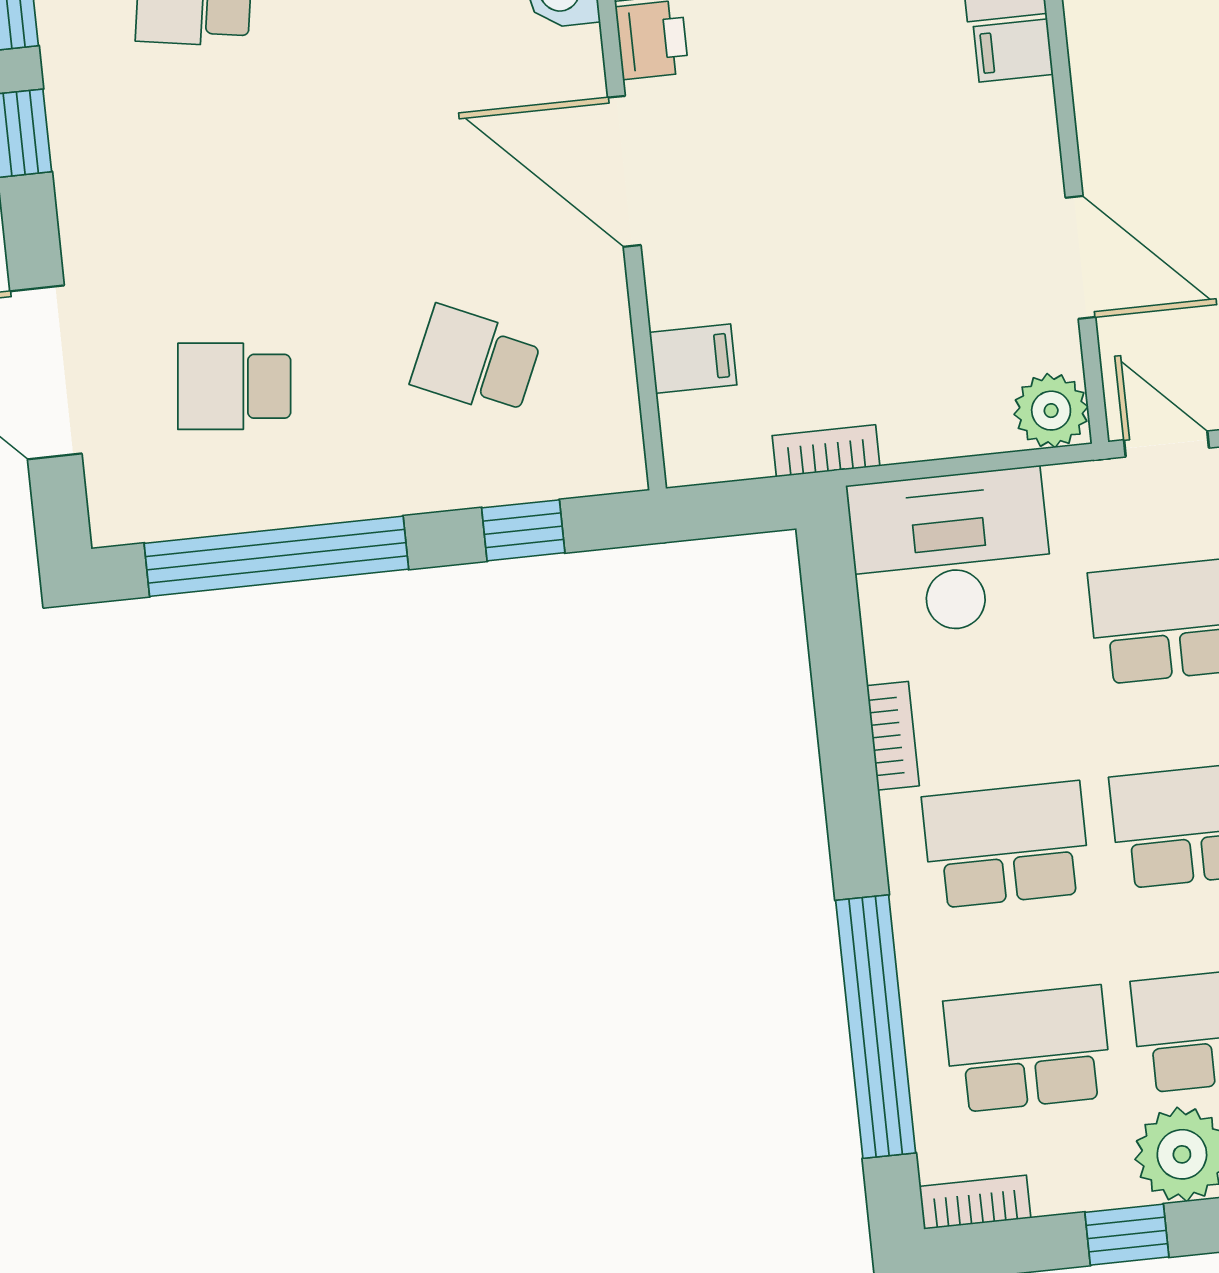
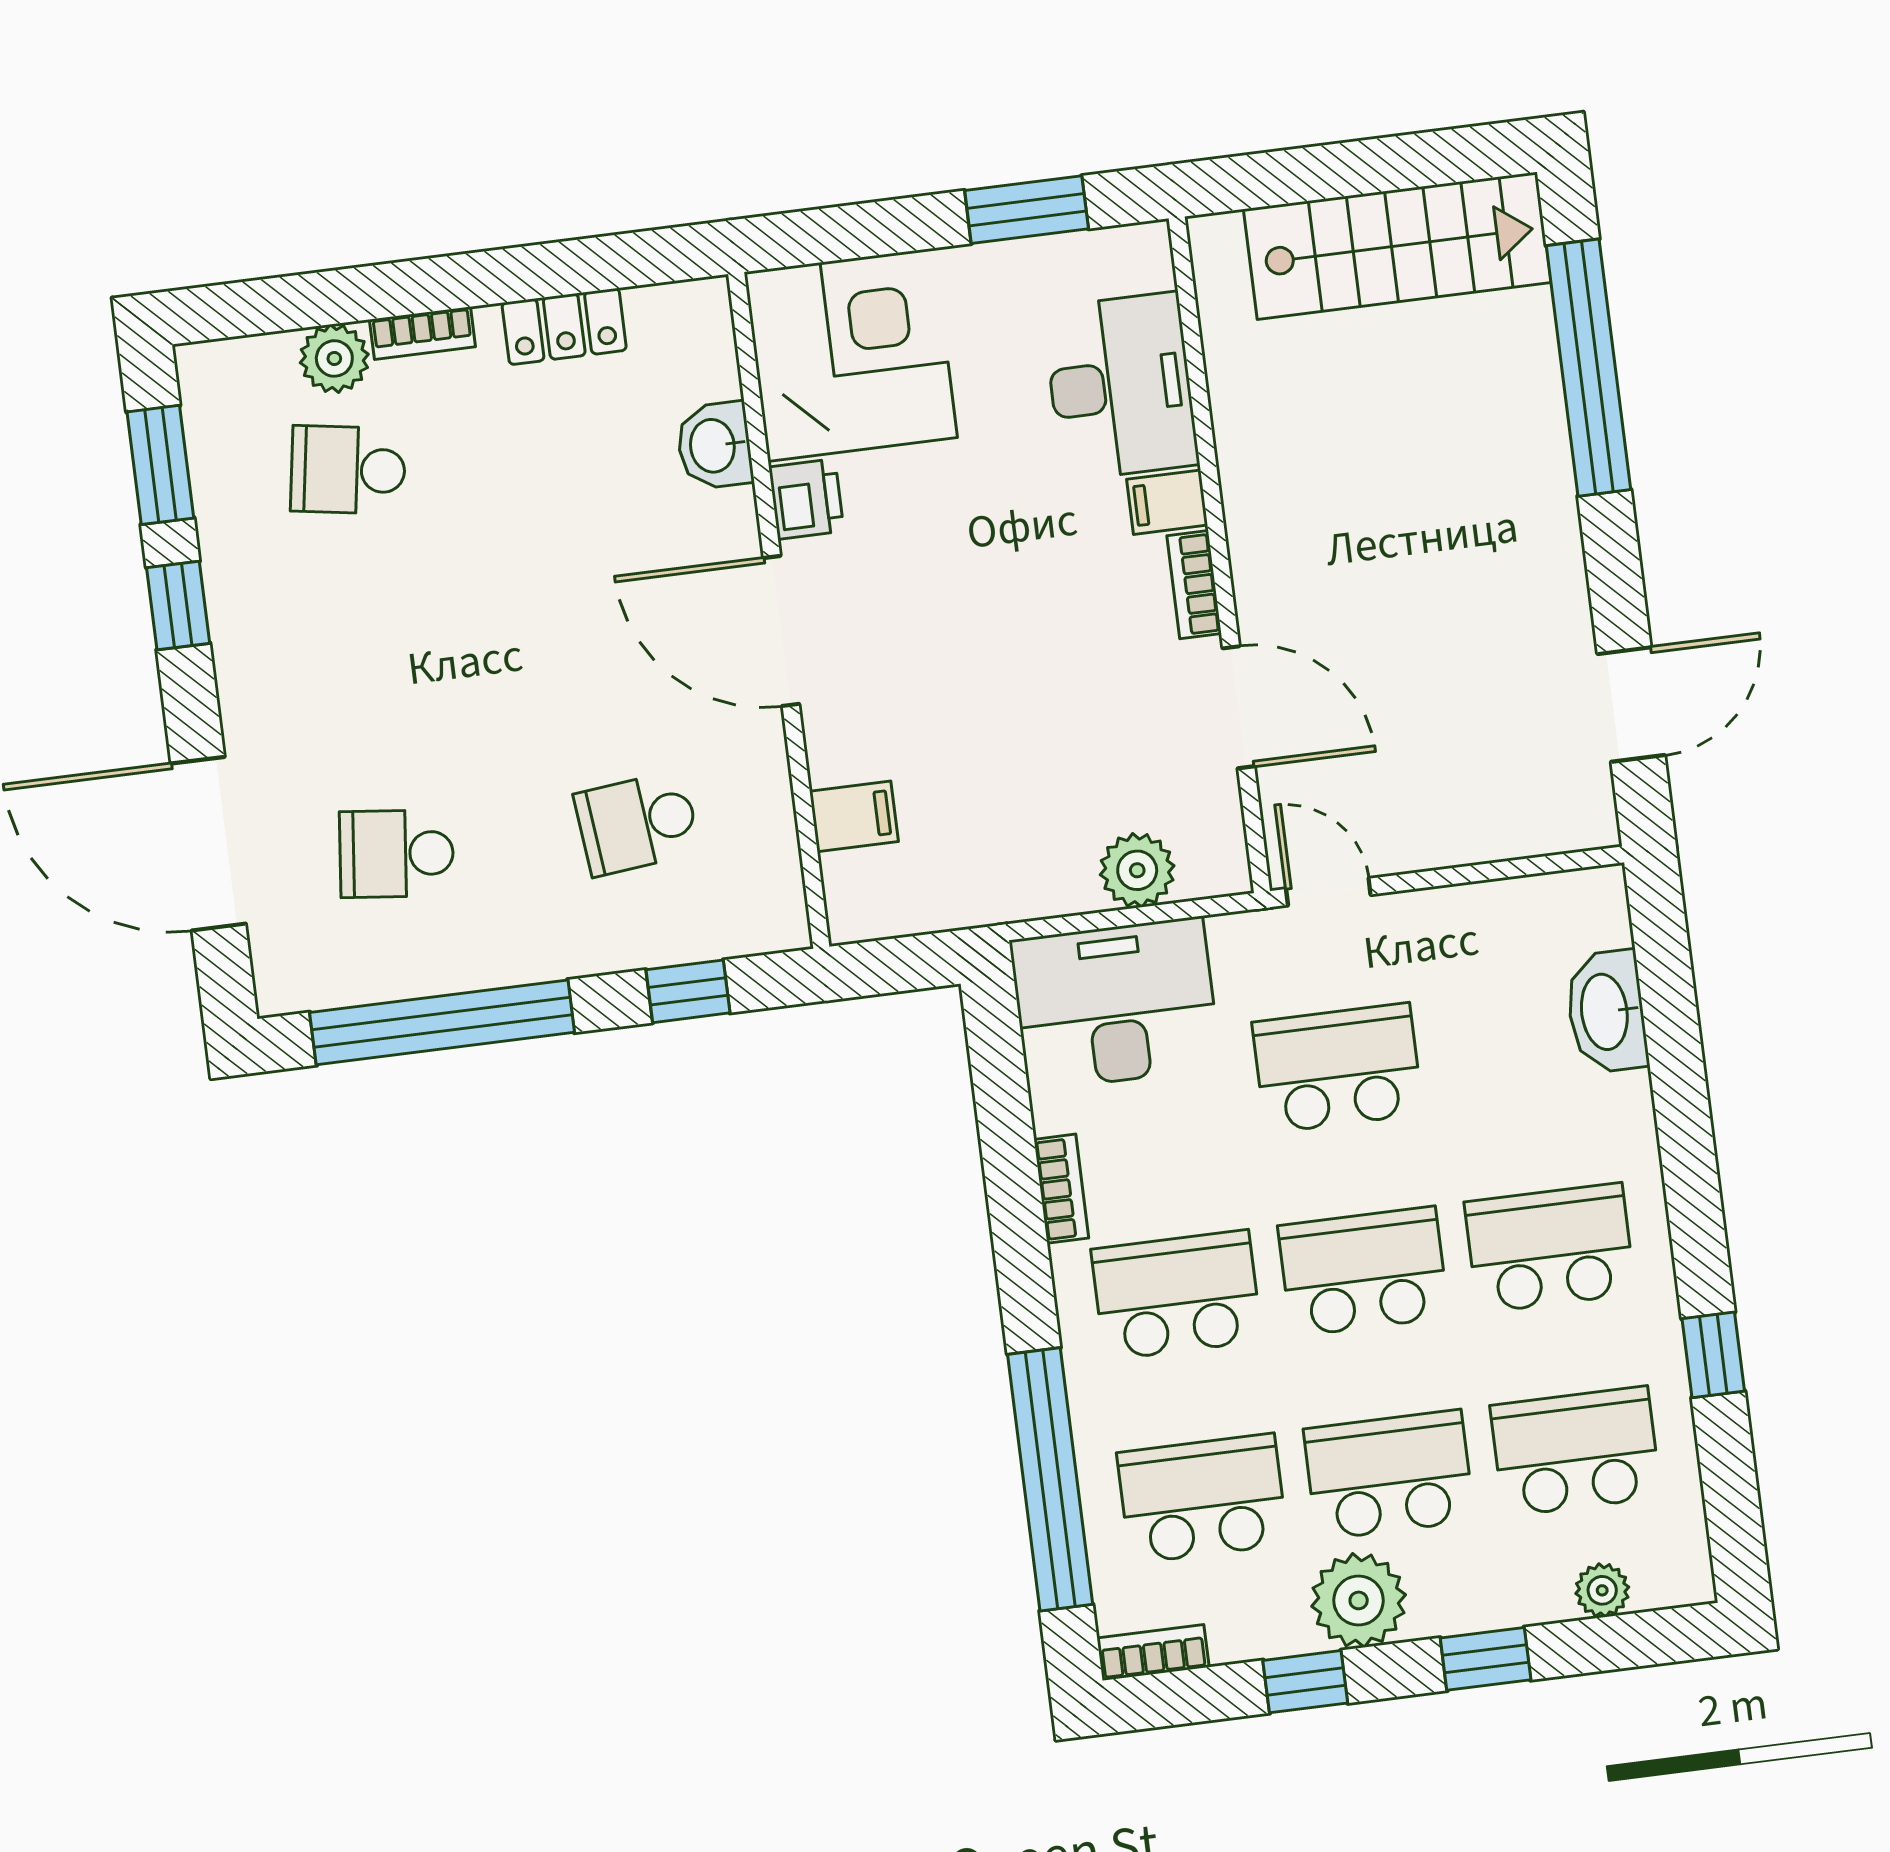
school desk: (476, 361) -> (637, 823), turned -30
plant: (1051, 411) -> (1137, 870), moved
bookcase: (826, 451) -> (1194, 585), moved, turned -90

